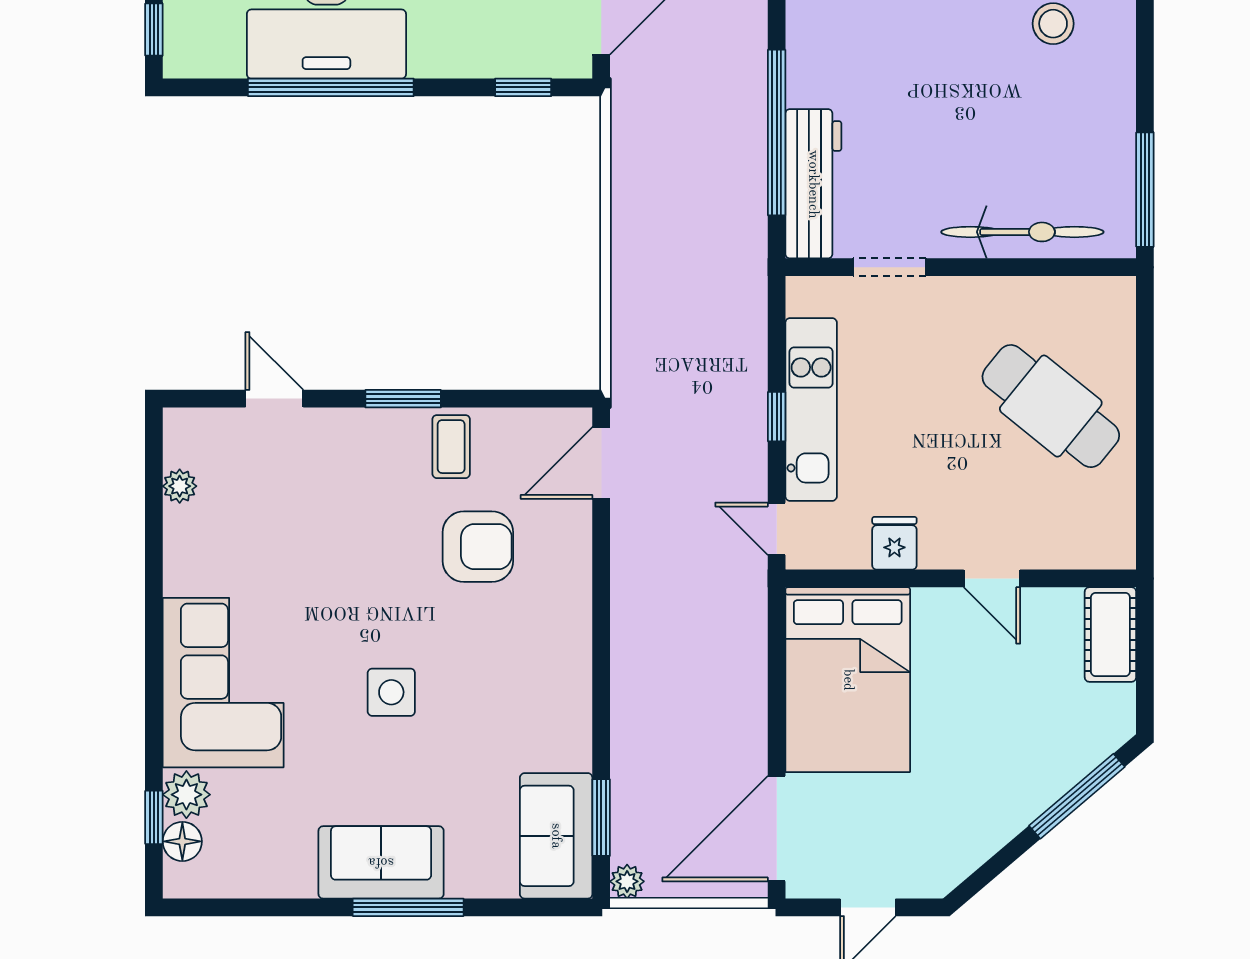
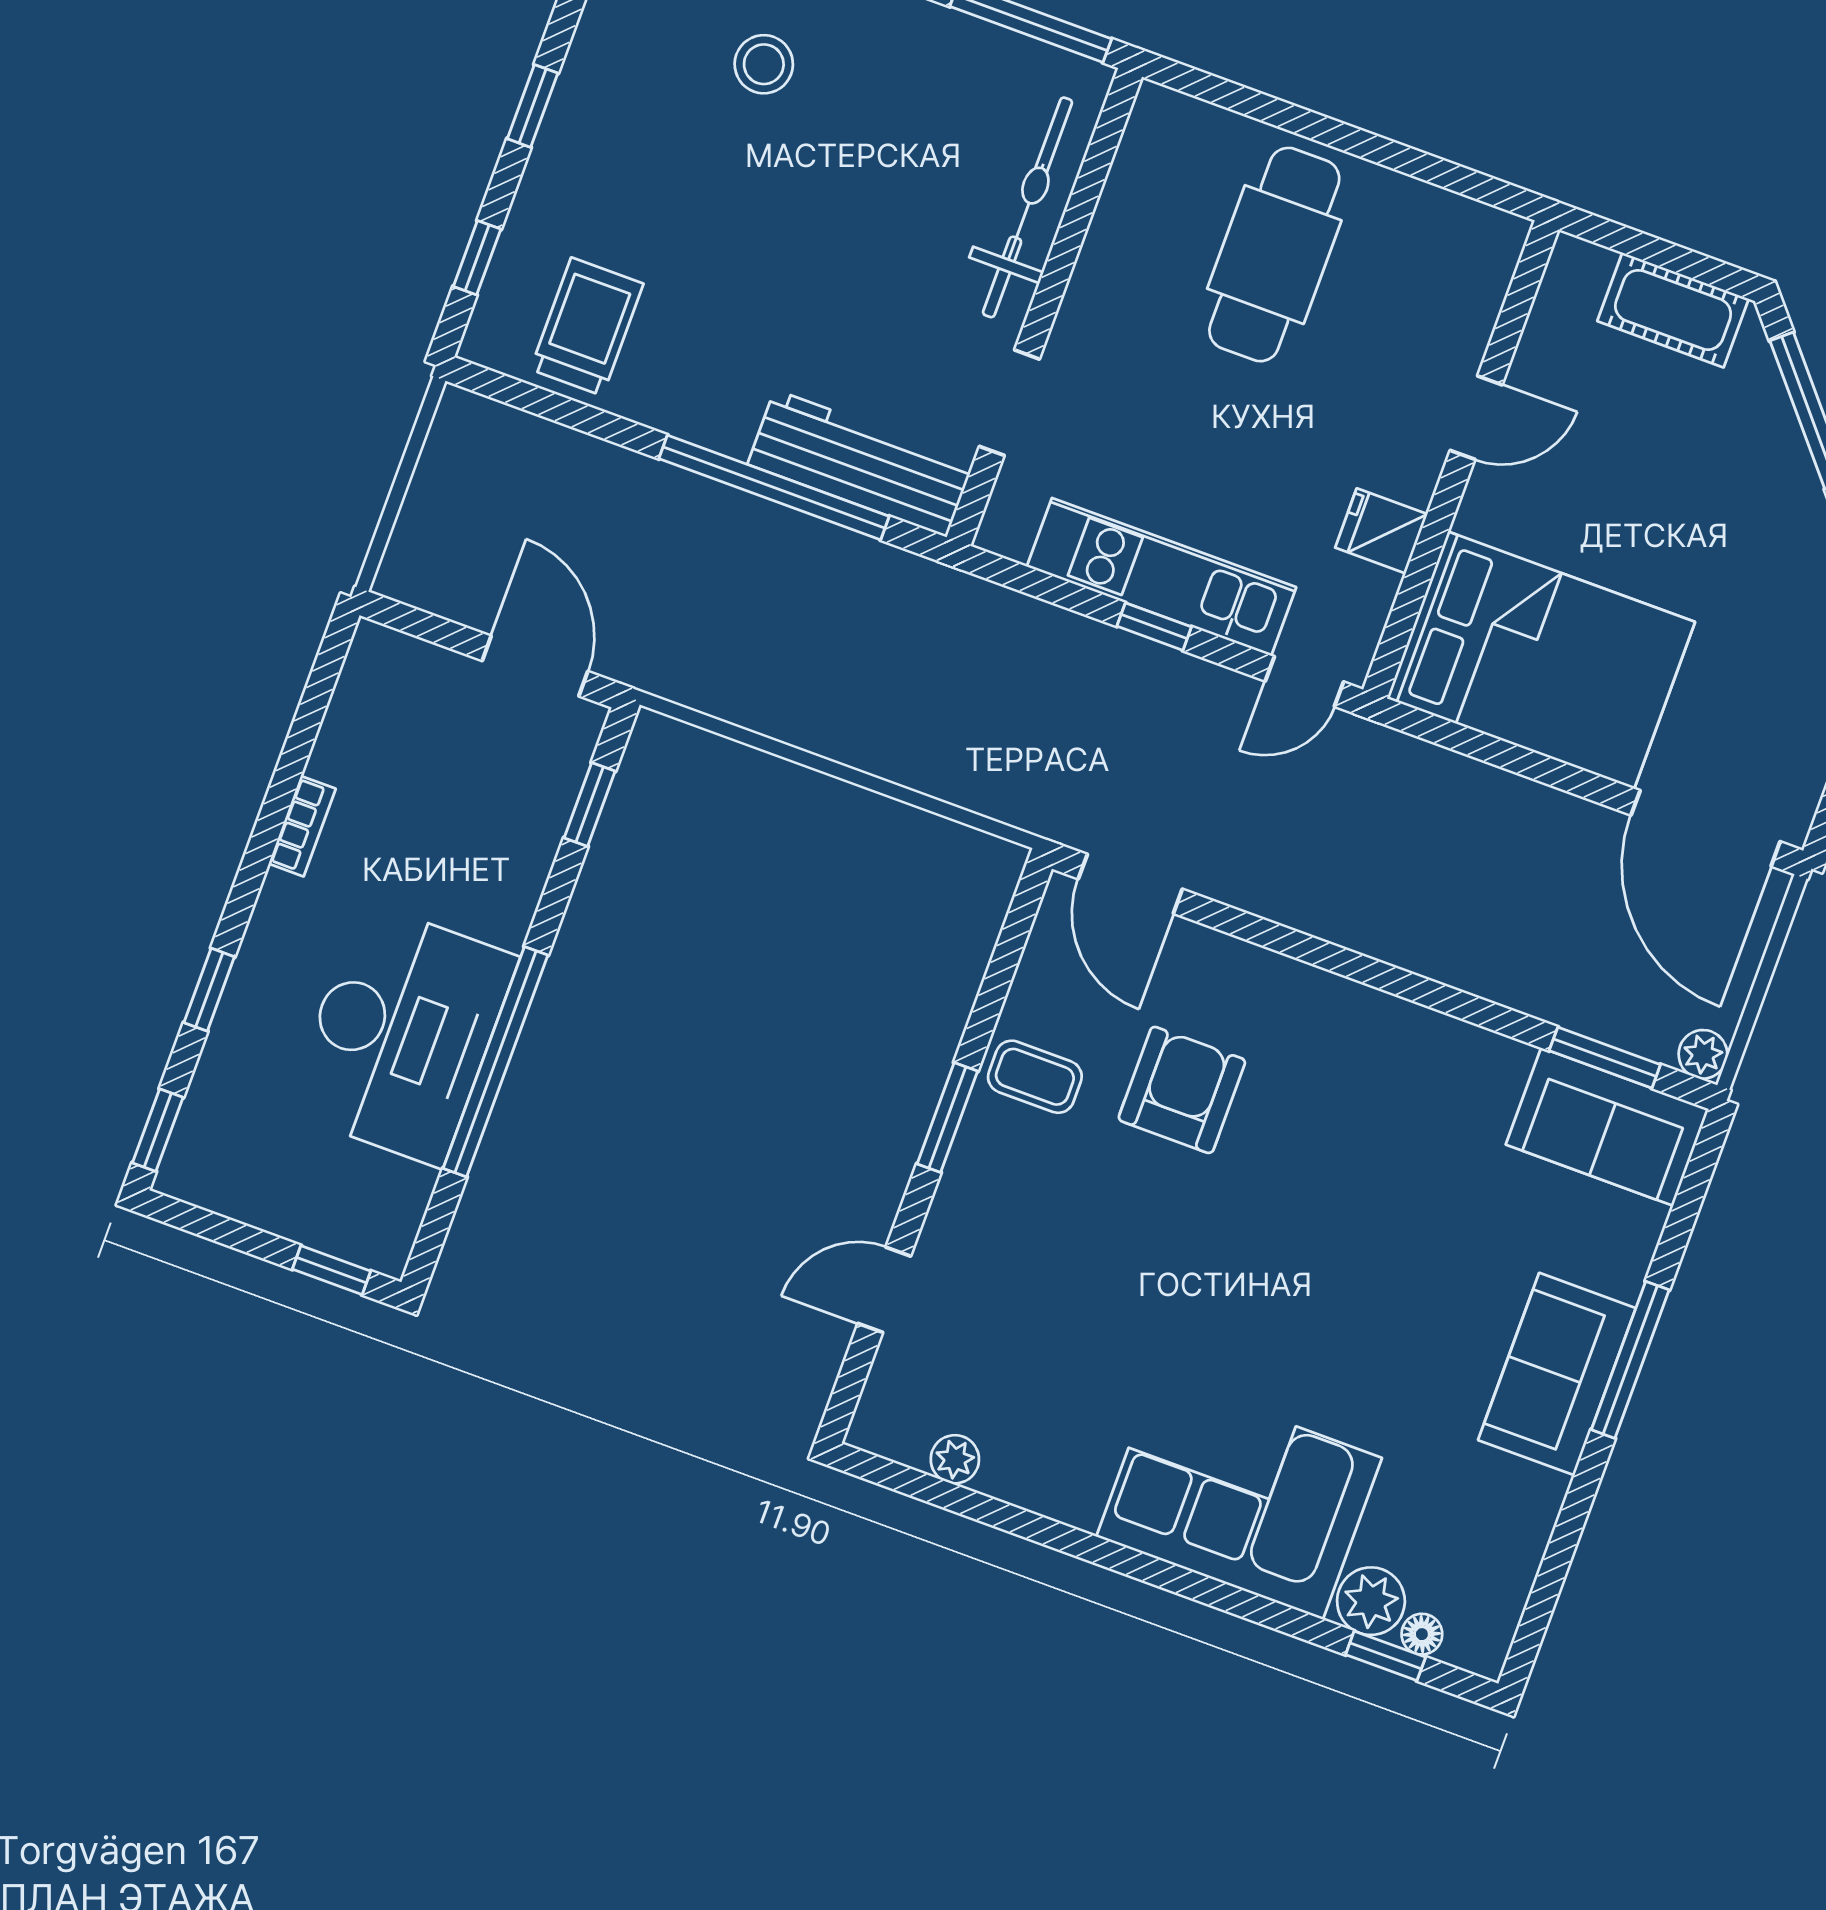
cafe table: (1051, 406) -> (1274, 255), turned -39
cot: (1110, 634) -> (1673, 310), moved
side table: (391, 692) -> (1334, 1277), removed
floor lamp: (182, 841) -> (1422, 1634), width x0.73, depth x0.73

